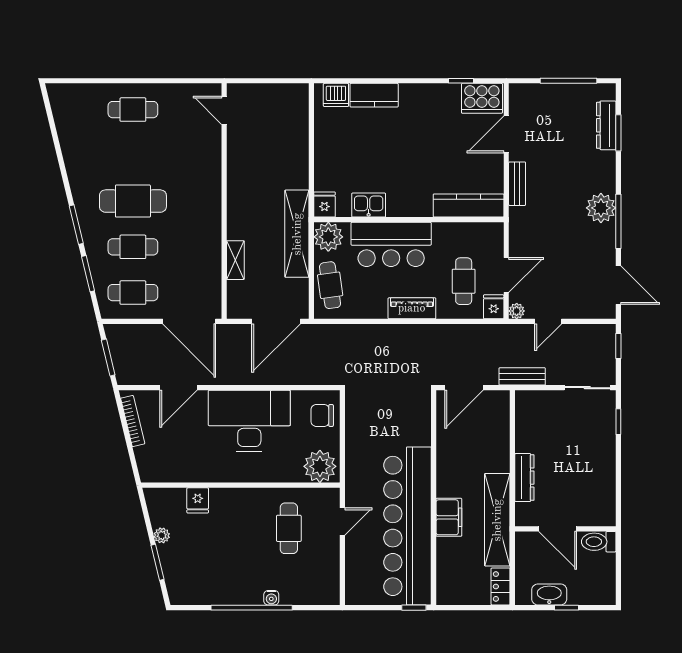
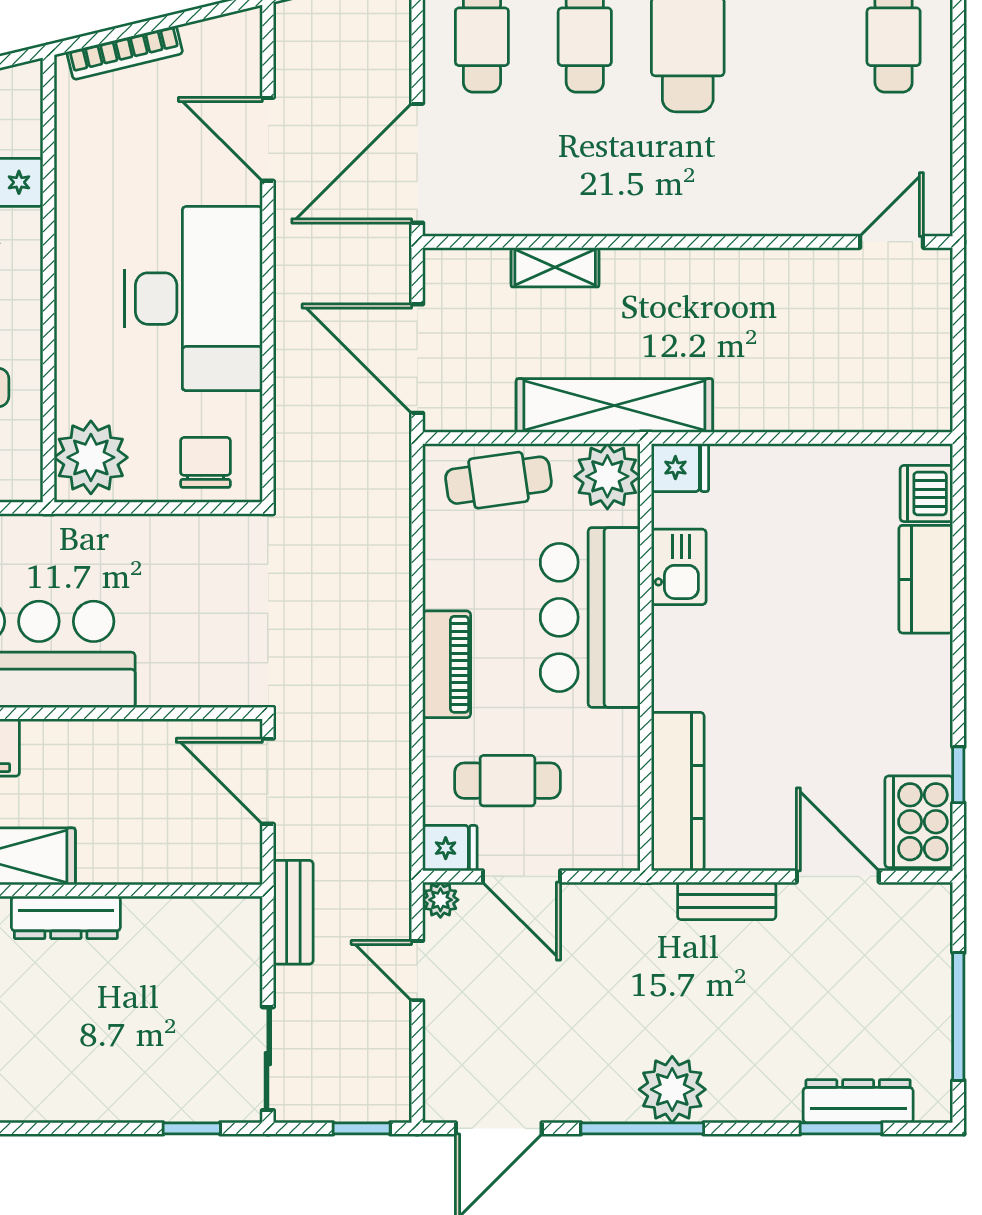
bookcase: (133, 421) -> (125, 53), moved

